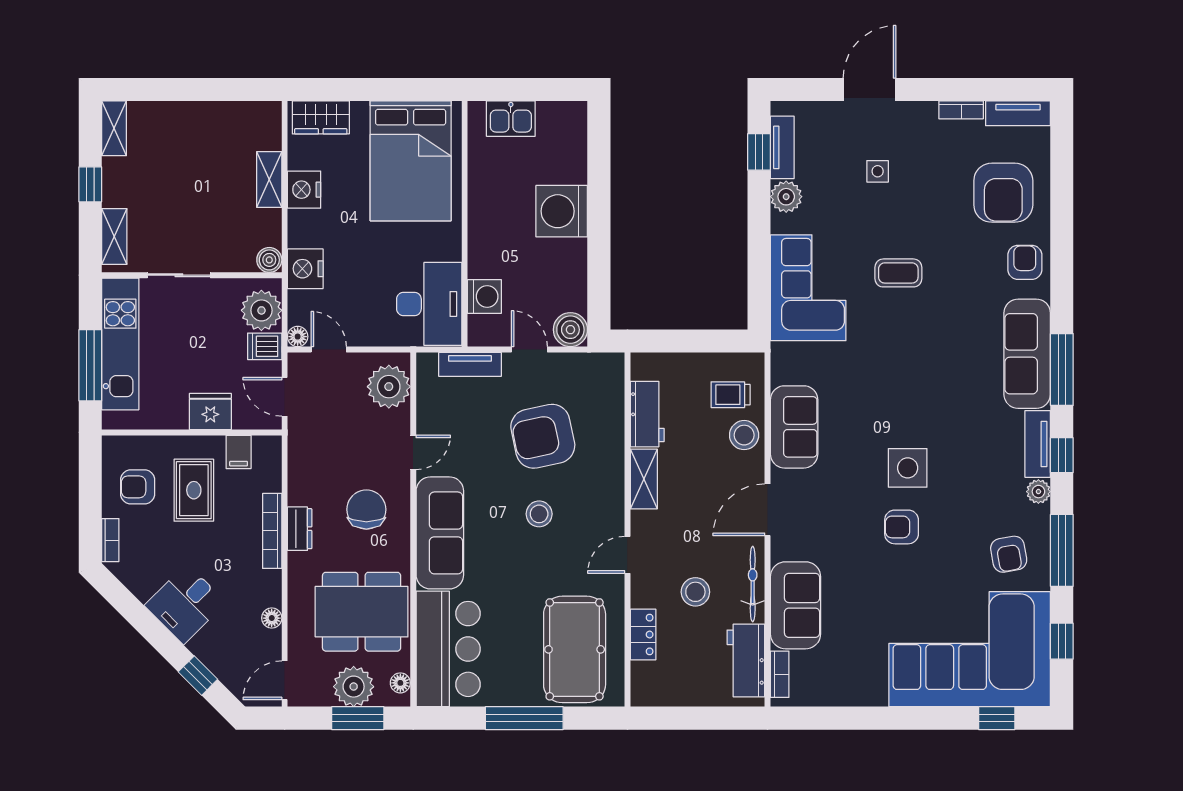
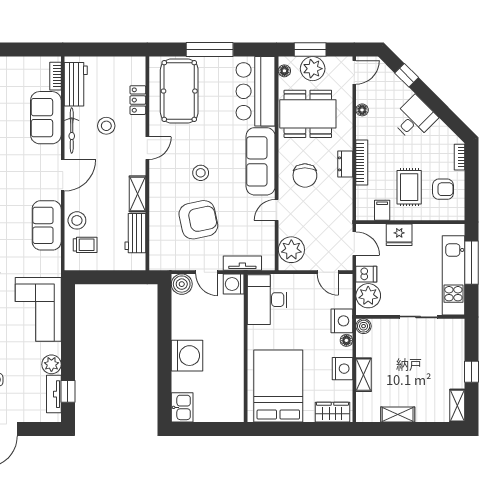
kitchen sink: (511, 119) -> (182, 407), moved, turned 90
shelving: (114, 237) -> (398, 415), moved, turned 90
washing machine: (484, 296) -> (234, 284), moved
floor lamp: (298, 337) -> (346, 340), moved

